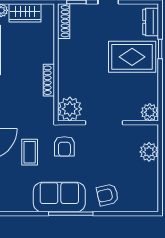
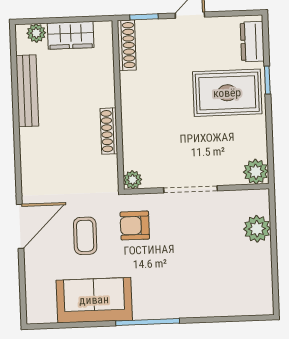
plant: (70, 109) -> (133, 180), width x0.53, depth x0.53
armchair: (64, 146) -> (135, 226), turned 90
armchair: (107, 195) -> (200, 293), removed
sofa: (59, 197) -> (94, 300), moved

